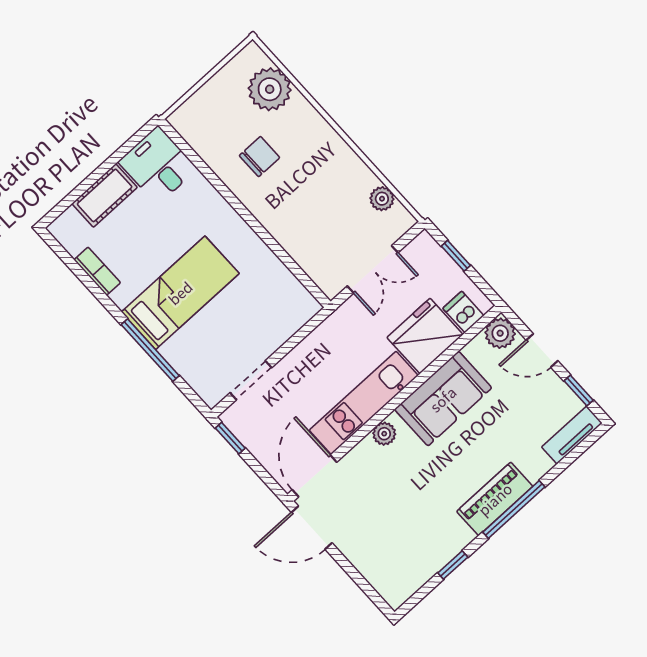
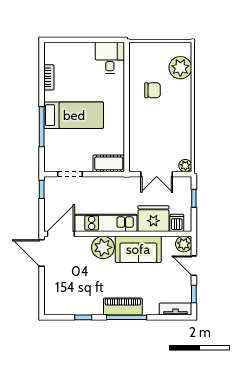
cot: (105, 195) -> (109, 163), moved
plant: (382, 199) -> (185, 166), moved
plant: (384, 434) -> (103, 247), width x1.88, depth x1.88

